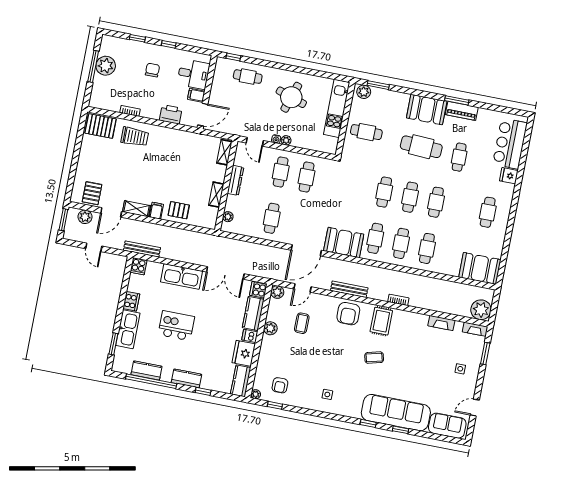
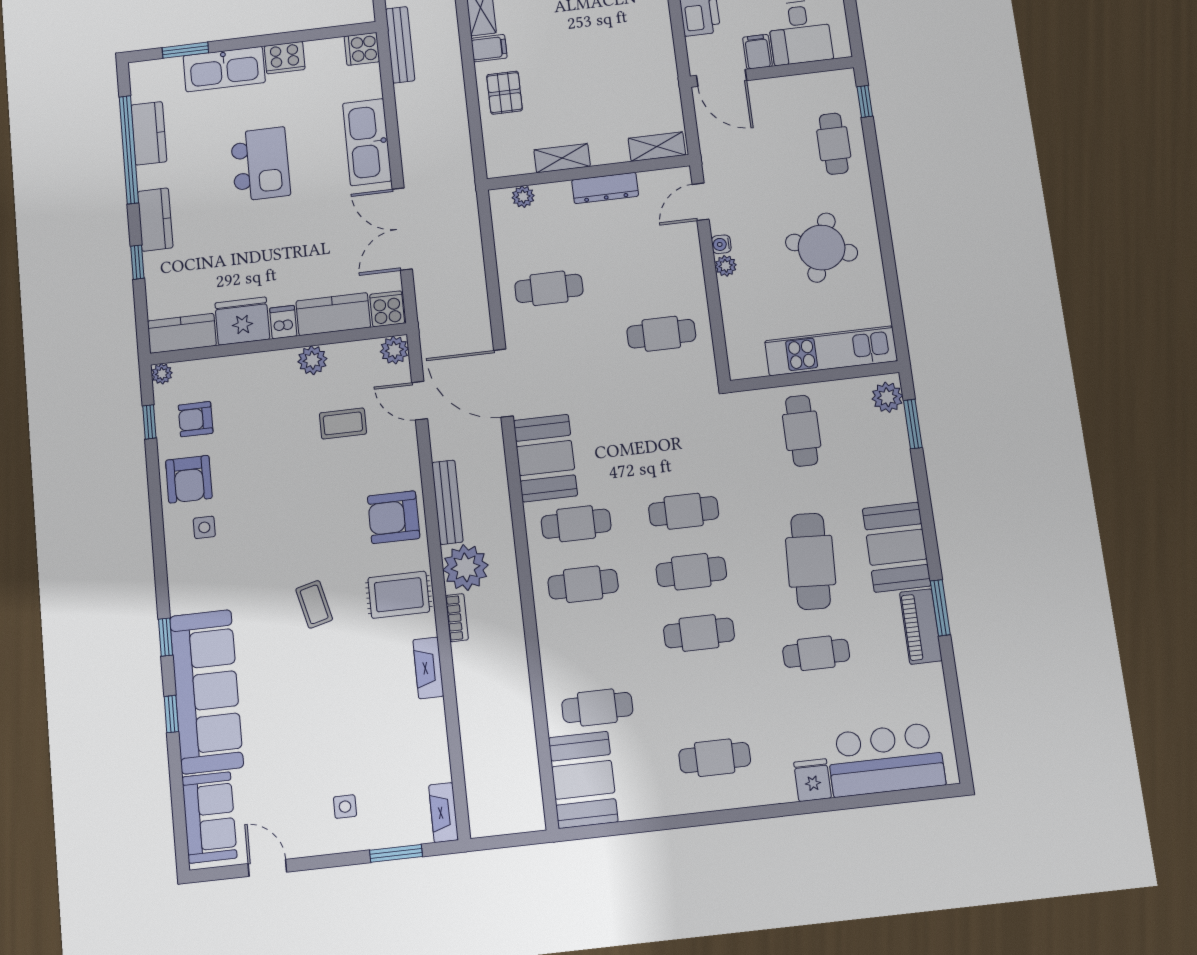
cafe table: (281, 172) -> (654, 276), removed
cafe table: (427, 248) -> (597, 707), moved
plant: (481, 310) -> (466, 567), moved
fireplace: (441, 323) -> (428, 668), moved
armchair: (305, 395) -> (189, 479), added

